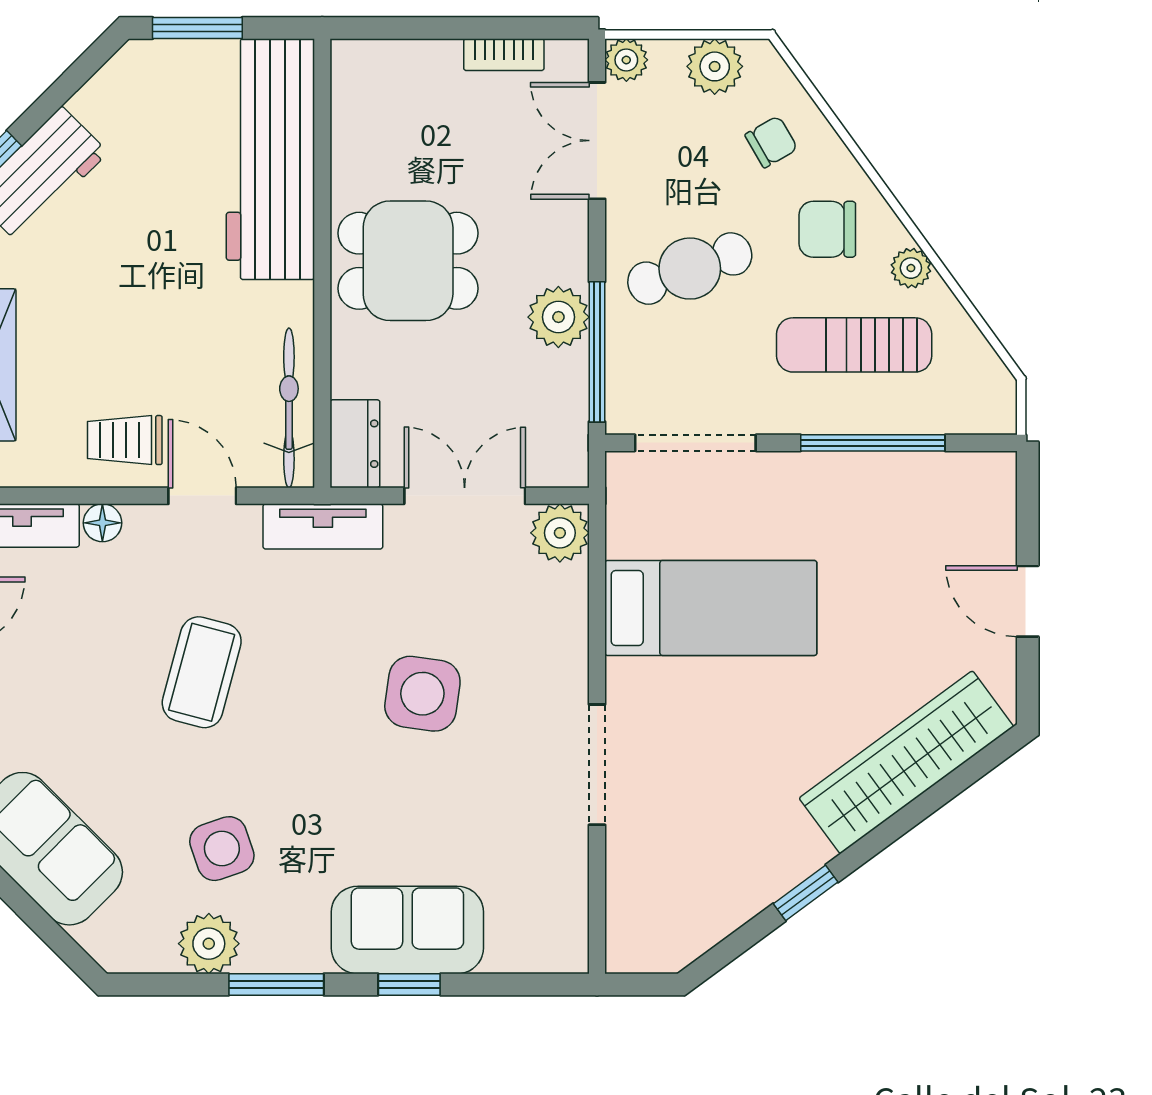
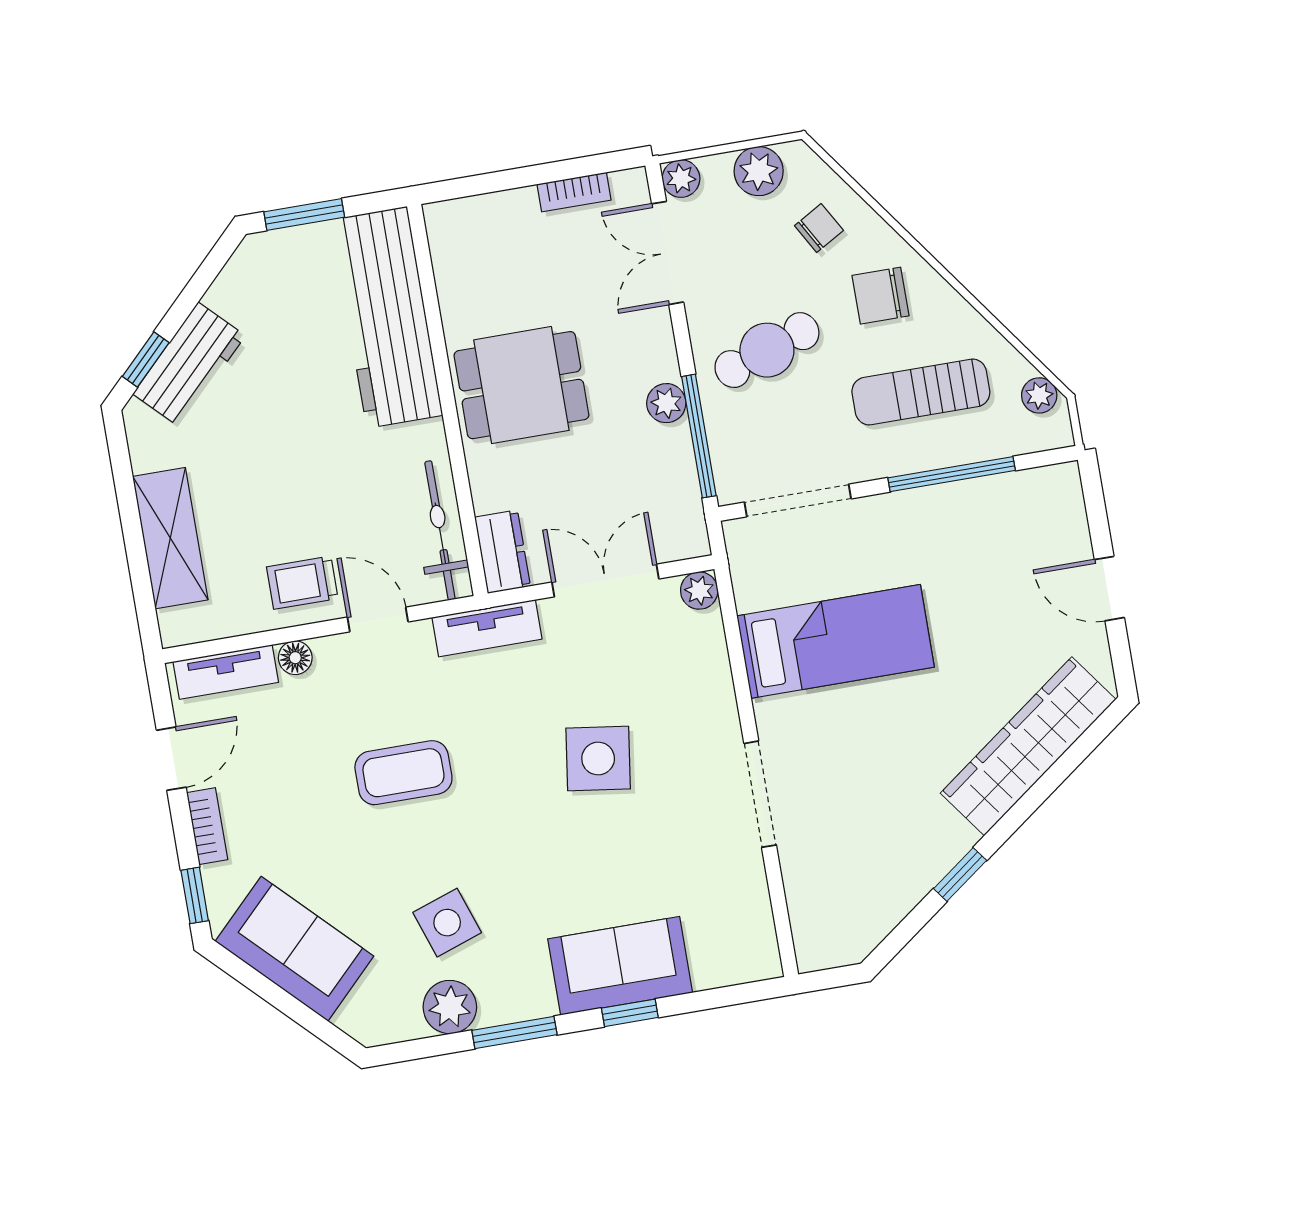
plant: (911, 268) -> (1039, 395), moved
plant: (558, 317) -> (666, 403), width x0.73, depth x0.73
plant: (560, 533) -> (699, 591), width x0.73, depth x0.73
coffee table: (202, 672) -> (403, 773), turned 75

